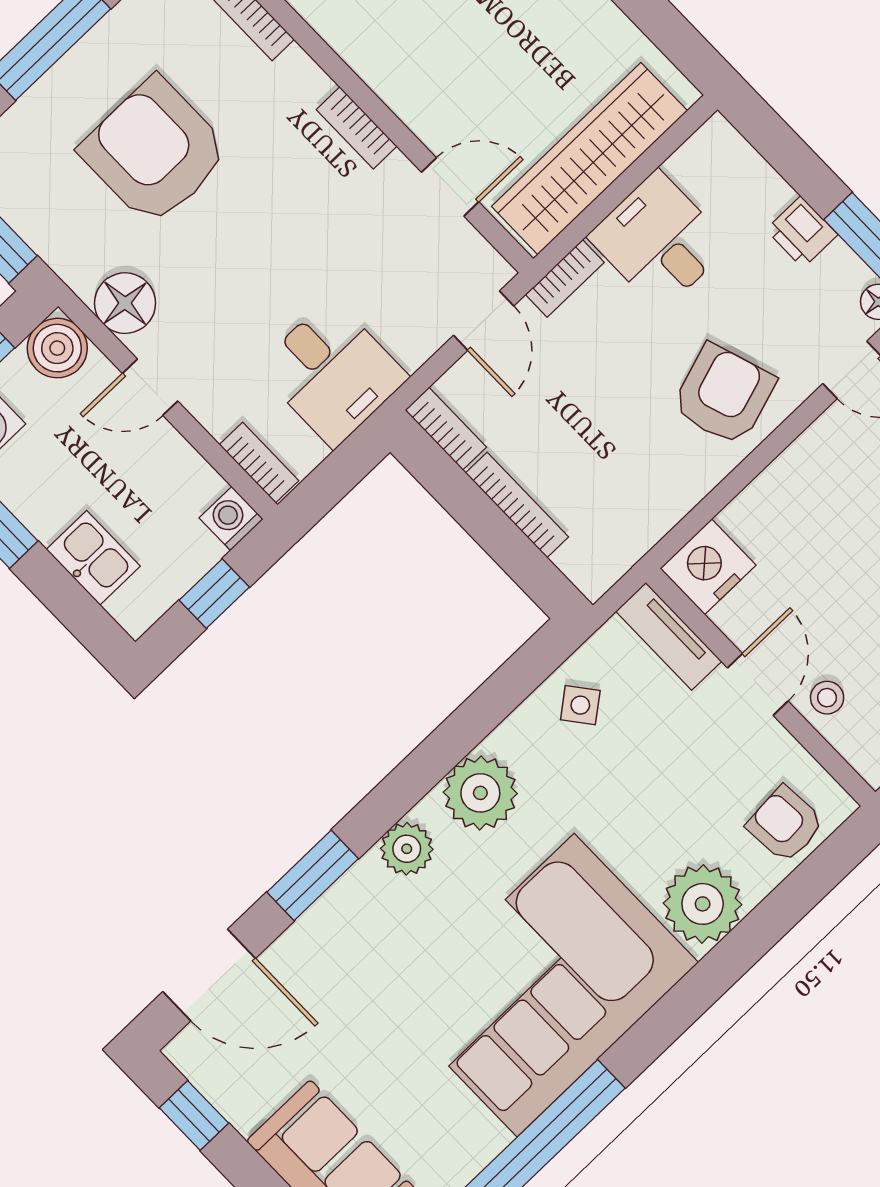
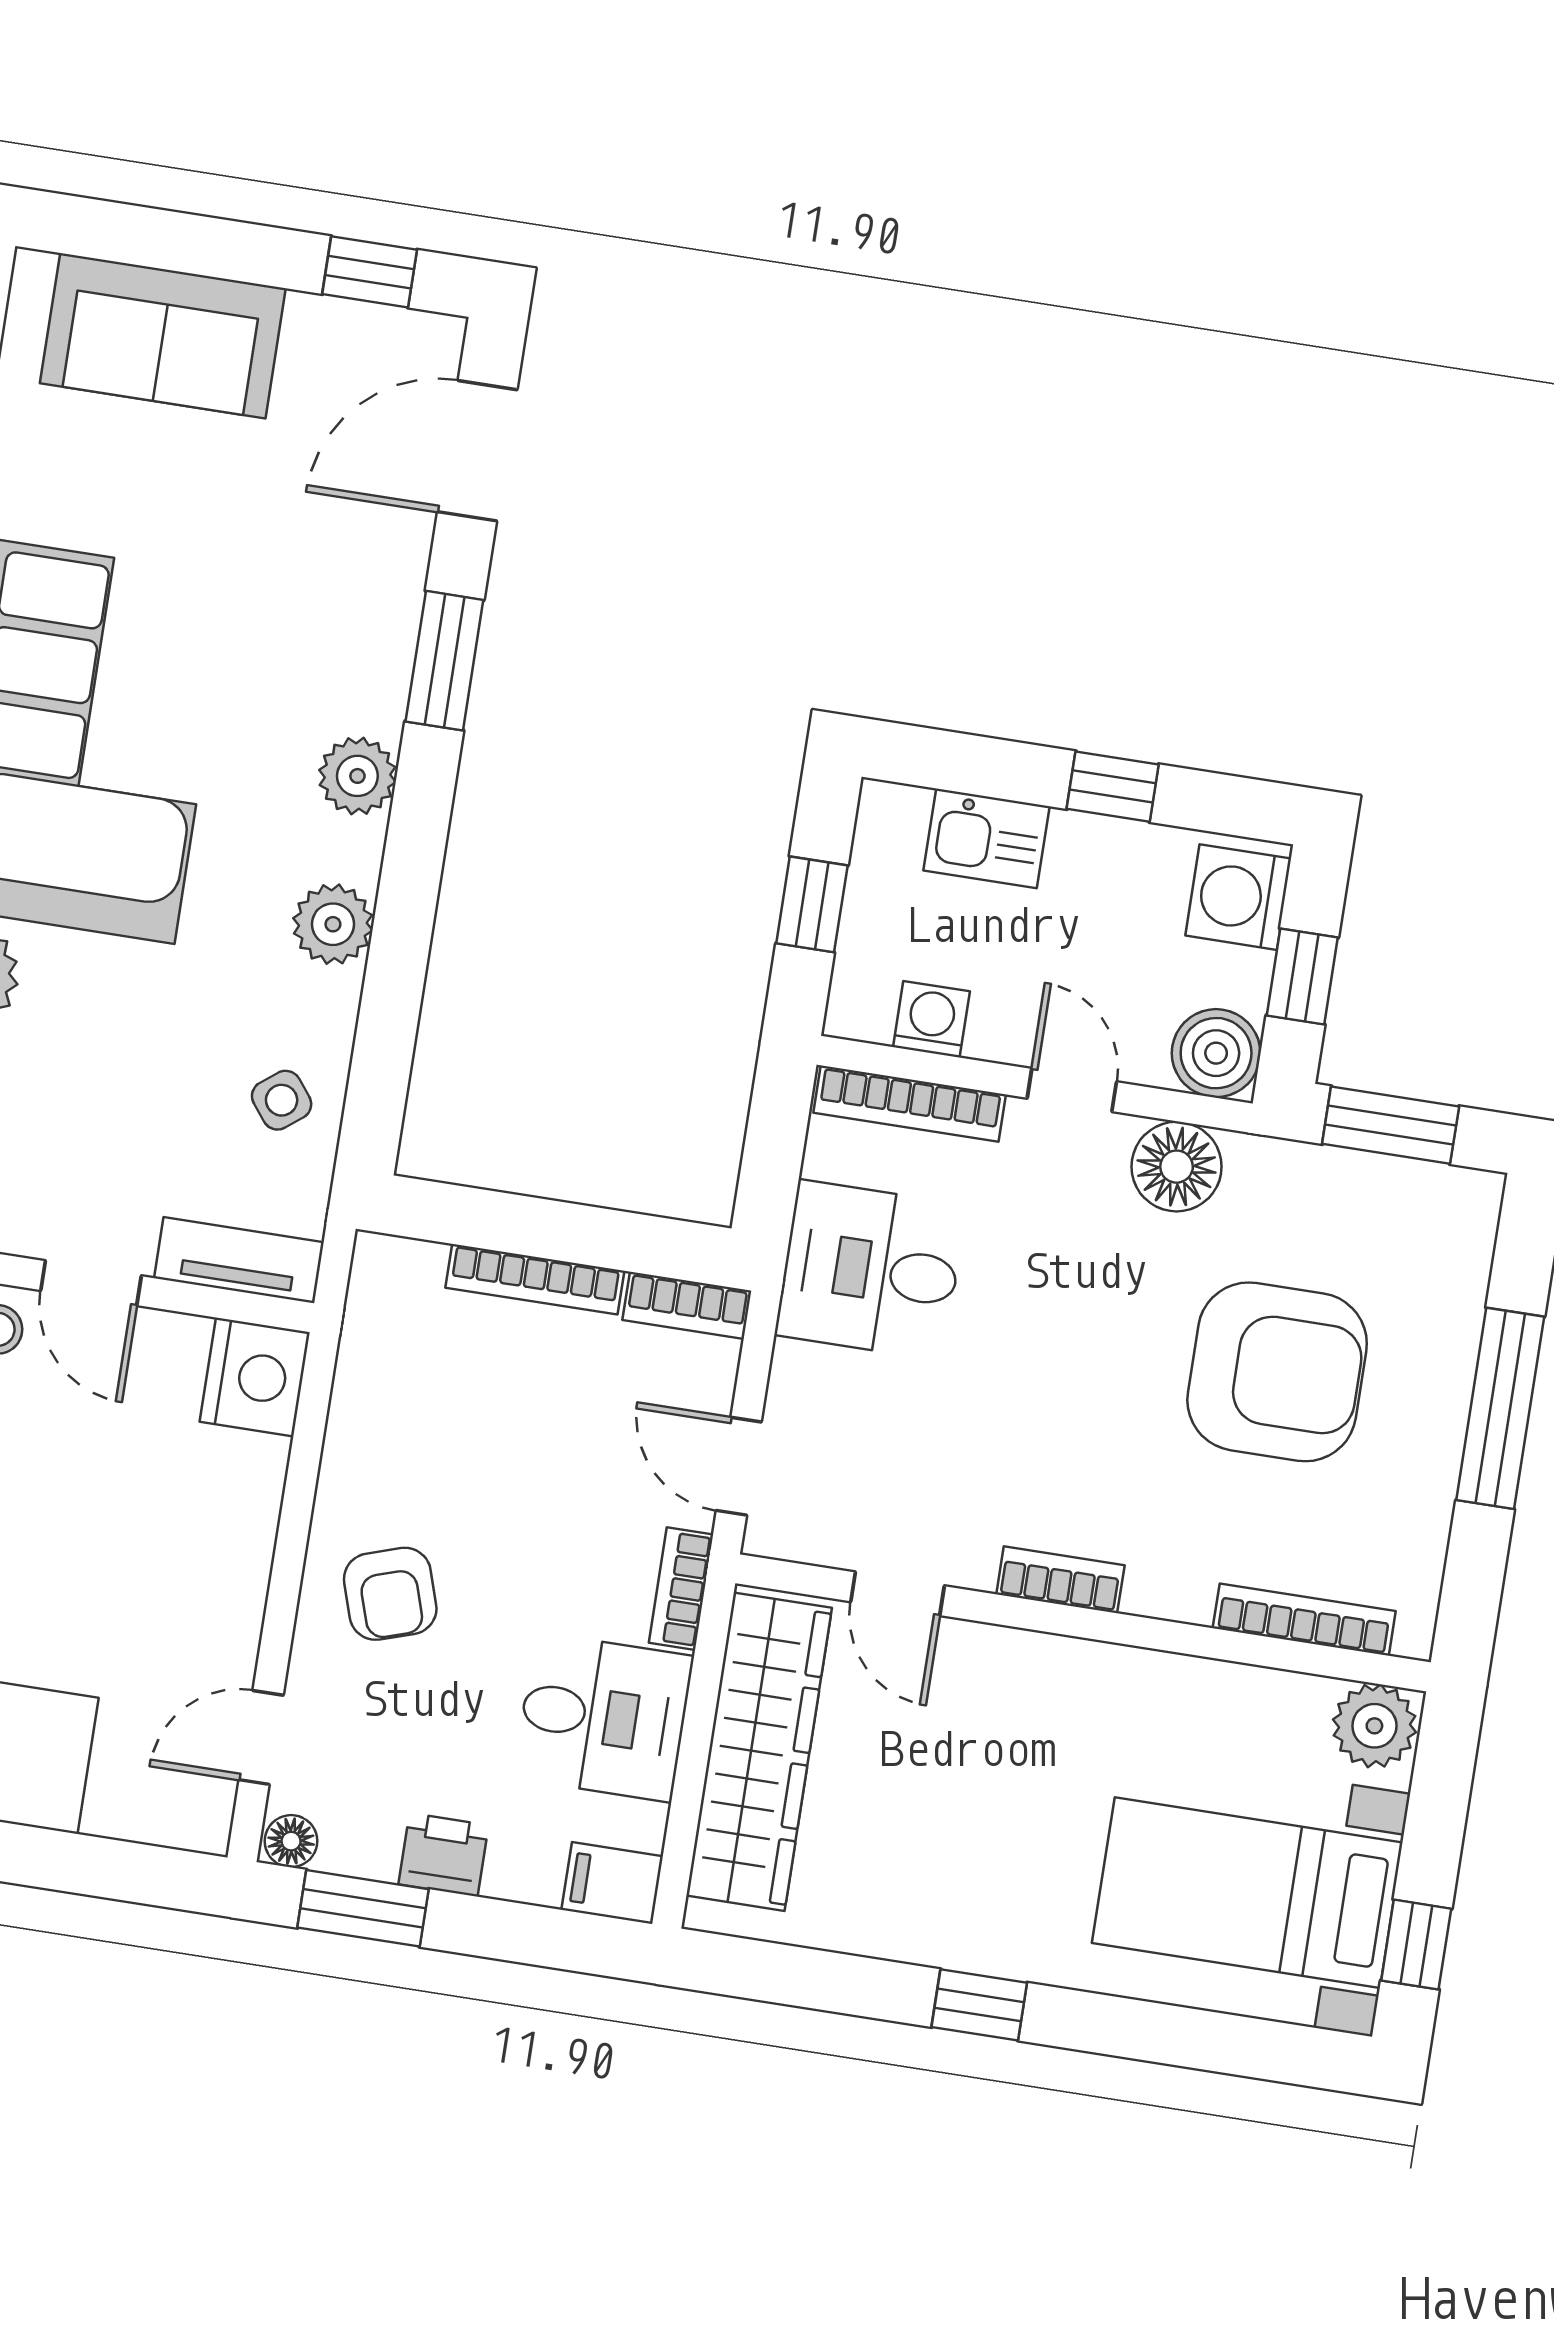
filing cabinet: (722, 148) -> (612, 1883), added
door: (450, 187) -> (897, 1594), hinge flipped
door: (150, 387) -> (1072, 1090), hinge flipped
armchair: (724, 395) -> (390, 1594), width x0.72, depth x0.72
bookcase: (259, 463) -> (910, 1104), width x1.56
washing machine: (231, 518) -> (931, 1019), moved, turned -90
plant: (480, 793) -> (333, 924), width x0.73, depth x0.73

